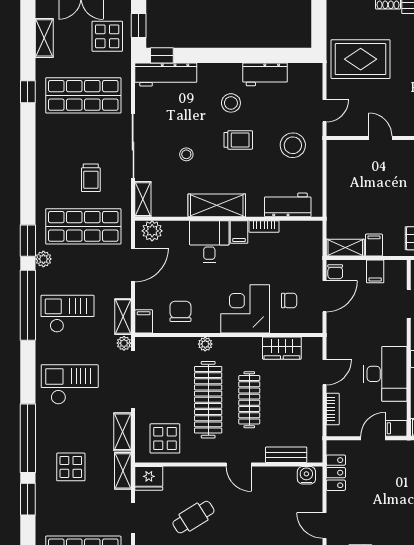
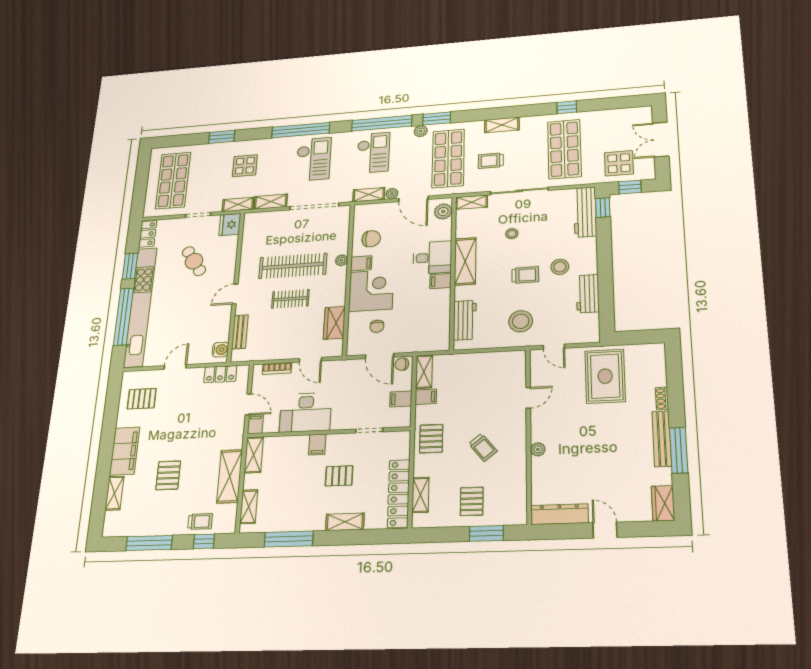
shelving: (44, 38) -> (502, 125), moved
trolley: (238, 140) -> (525, 275), turned -90
bookcase: (264, 227) -> (445, 301), removed
filing cabinet: (144, 321) -> (361, 263), moved
plant: (124, 343) -> (392, 194), moved
clothes rail: (249, 400) -> (290, 299), width x0.73
window: (28, 438) -> (301, 130), moved
display table: (165, 438) -> (262, 234), removed

